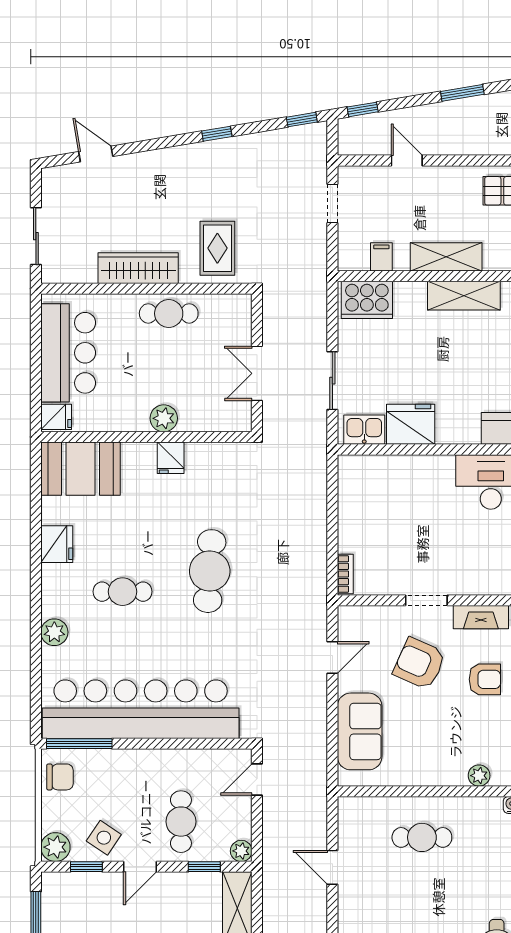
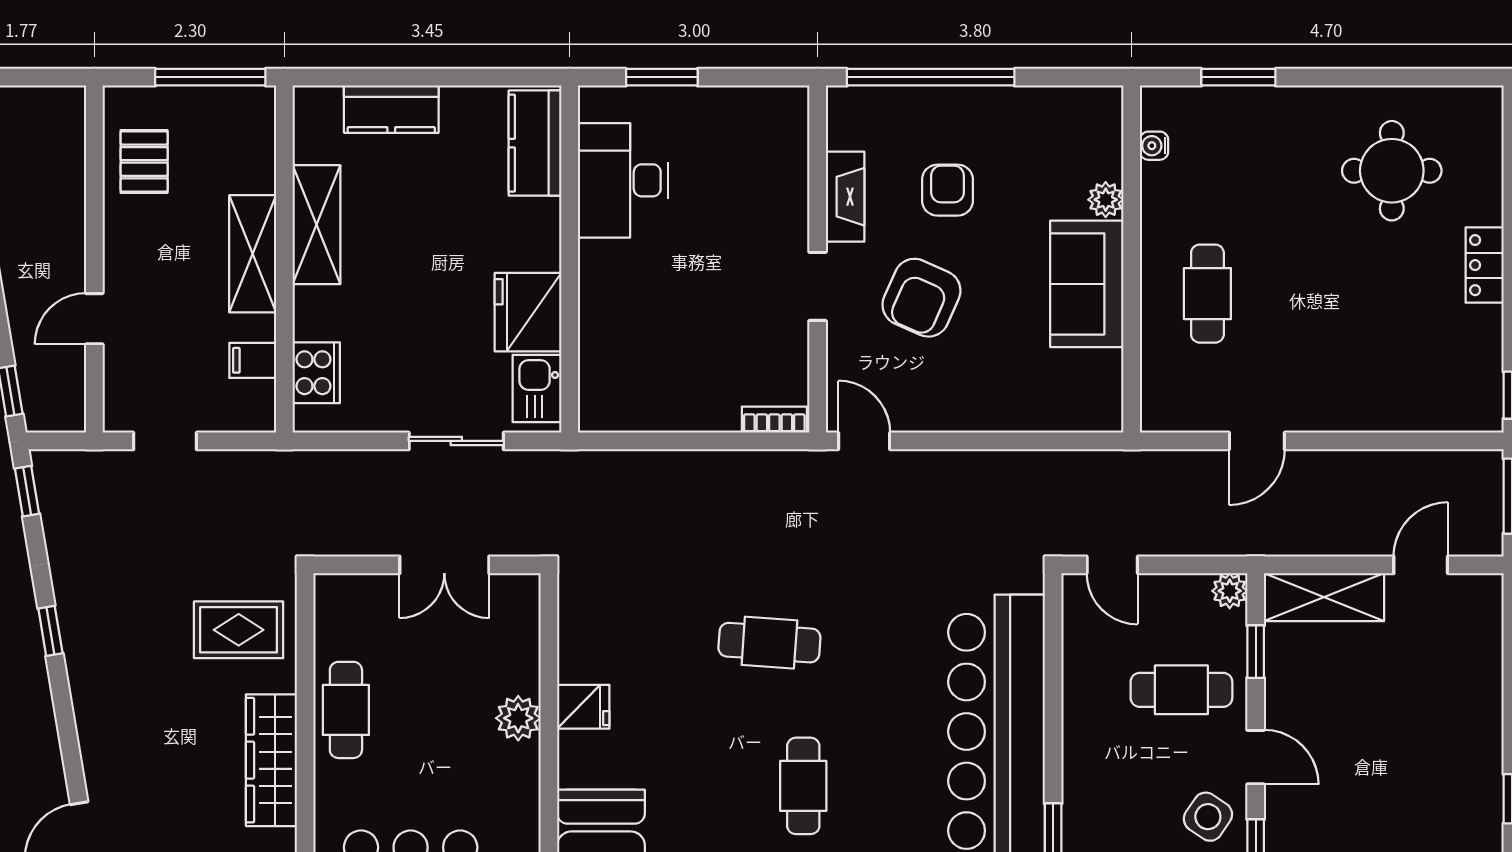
cooker: (367, 300) -> (316, 373), width x0.73, depth x0.76
cafe table: (210, 571) -> (769, 643), width x0.73, depth x0.74
door: (332, 658) -> (864, 441), moved
sofa: (360, 731) -> (1087, 284), moved, turned -90

